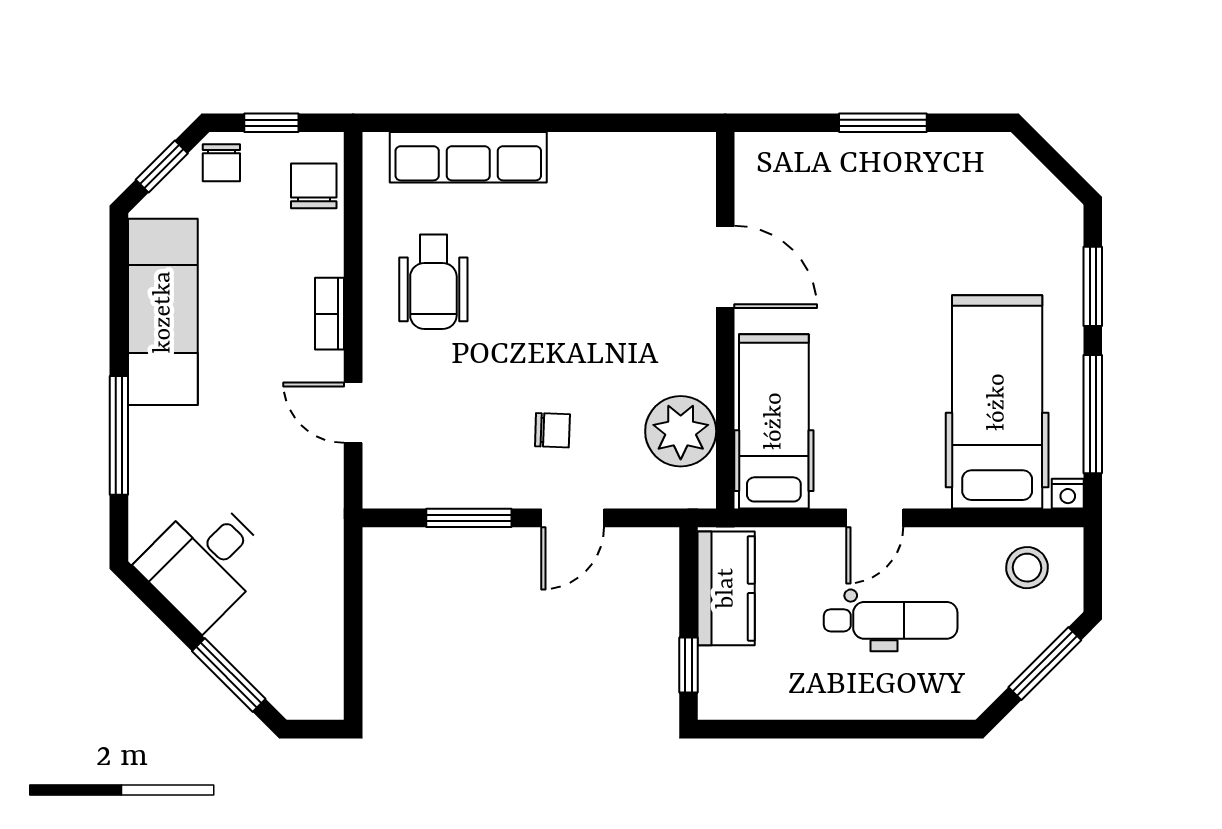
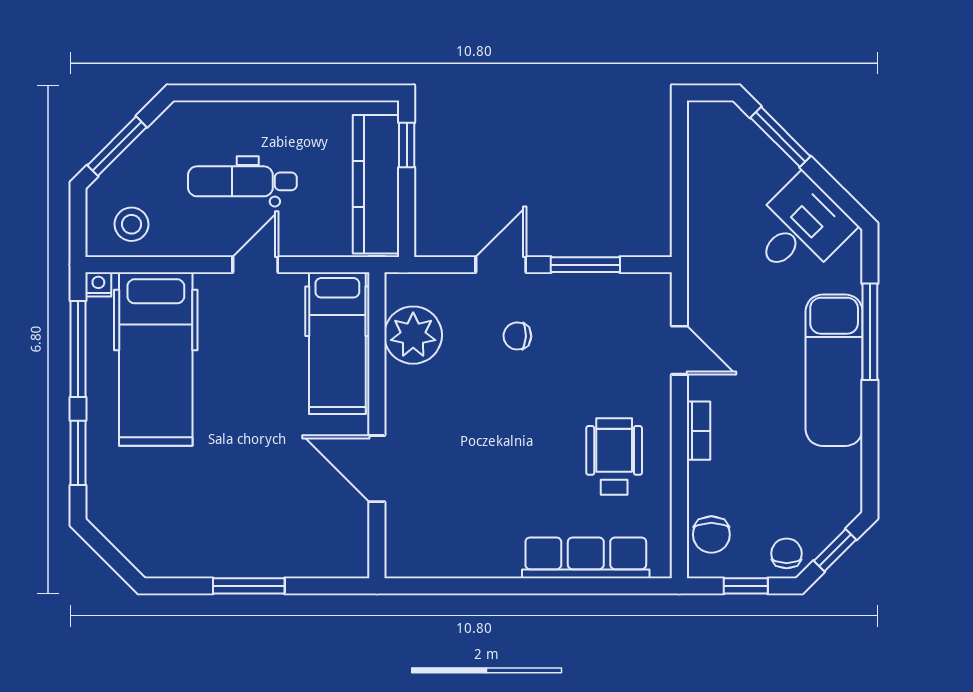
exam couch: (163, 312) -> (834, 370), moved
kitchen counter: (726, 588) -> (376, 184), width x1.50

